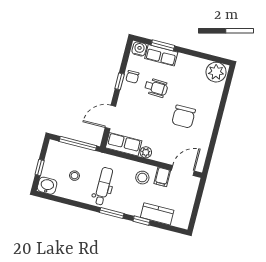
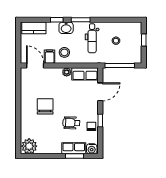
door: (183, 171) -> (35, 66), swing flipped
washbasin: (47, 186) -> (66, 28), moved
kitchen counter: (157, 214) -> (34, 28), moved

